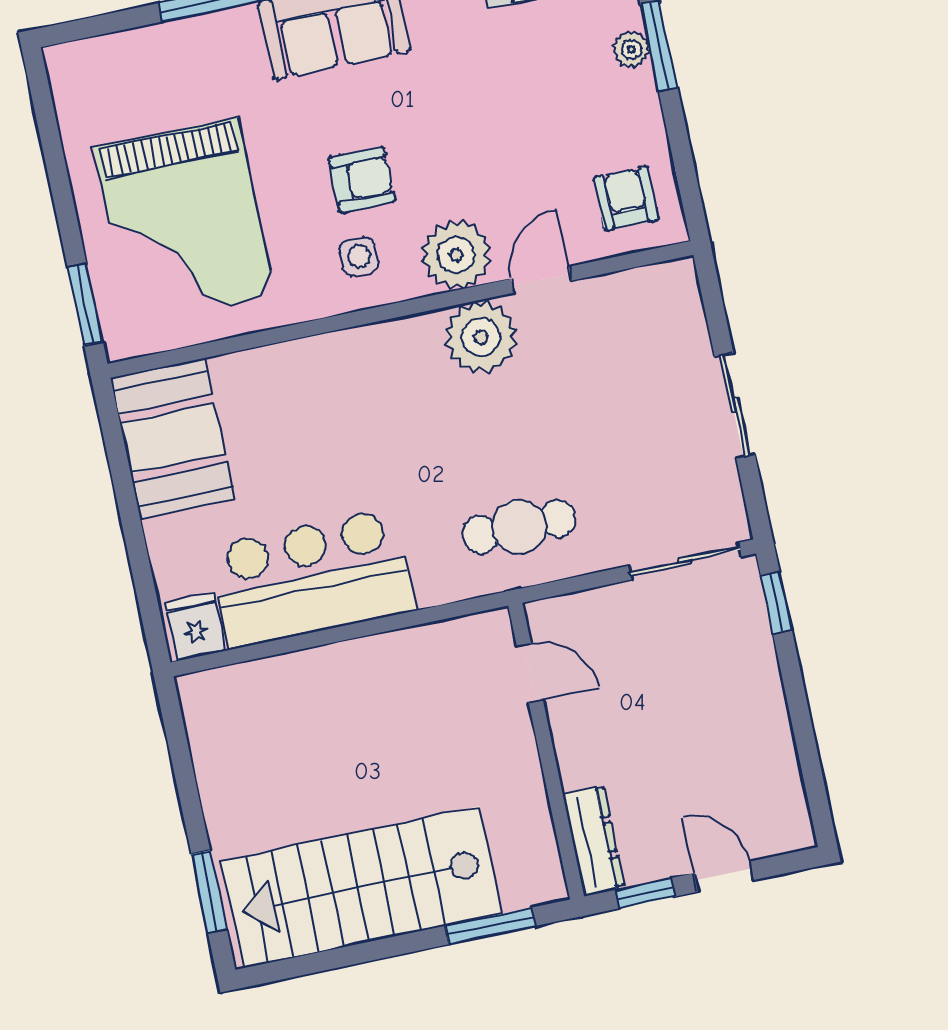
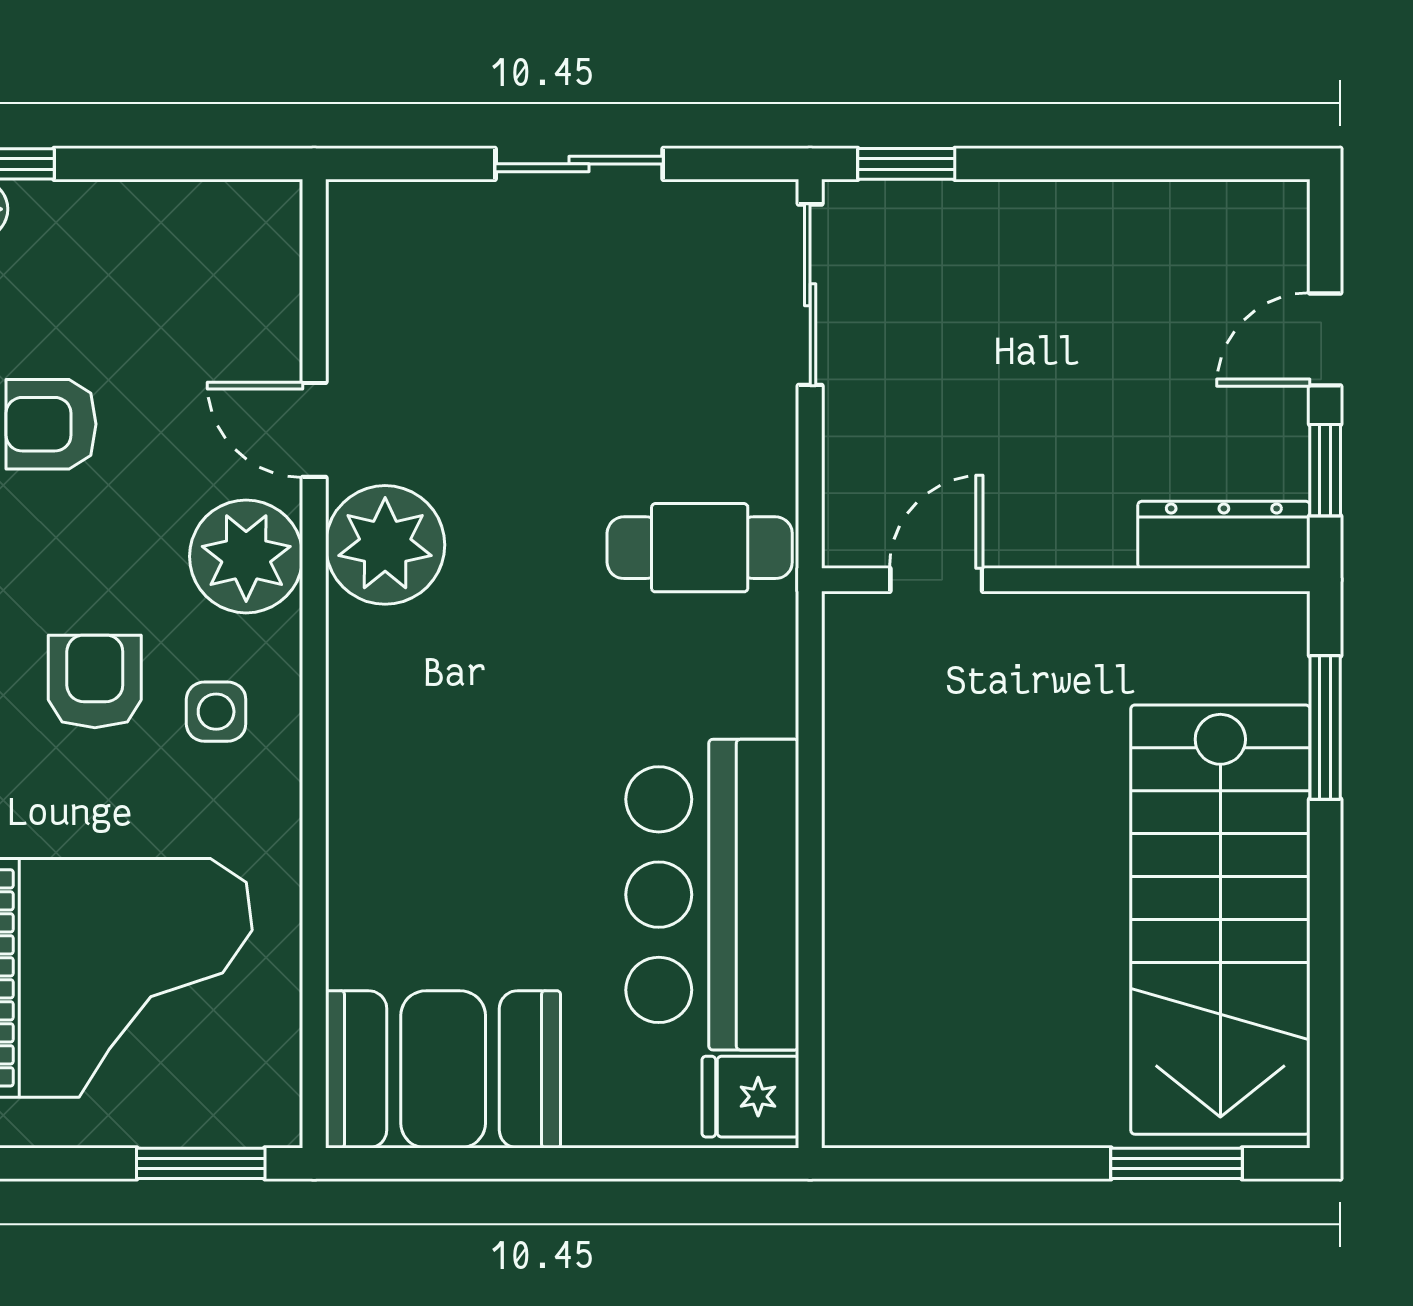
armchair: (626, 199) -> (51, 424), moved
cafe table: (519, 527) -> (700, 548), turned 90

